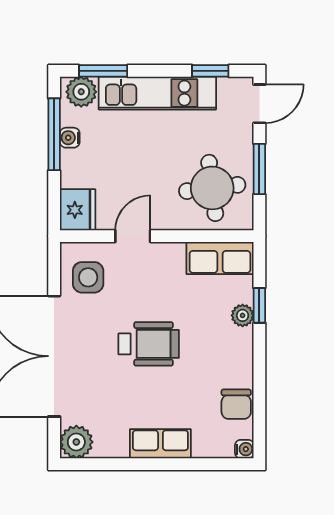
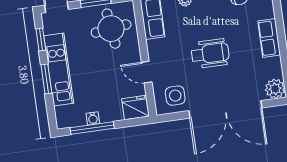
window: (103, 71) -> (46, 79), moved
plant: (81, 92) -> (64, 115), removed
wheelchair: (149, 344) -> (210, 54), turned 90

